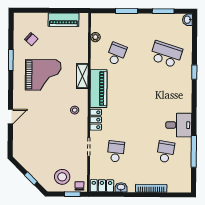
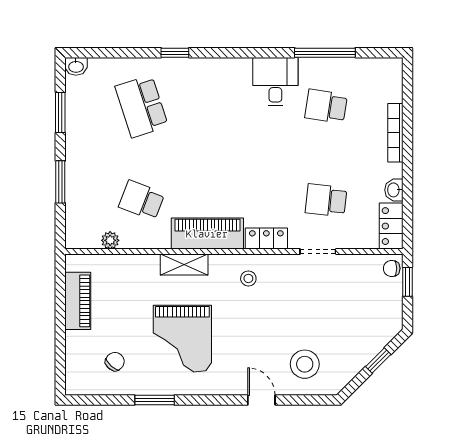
school desk: (166, 54) -> (142, 106), turned -36
grand piano: (43, 75) -> (182, 339), turned 180
stool: (62, 177) -> (305, 364), moved

